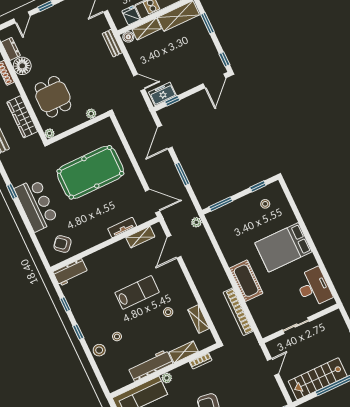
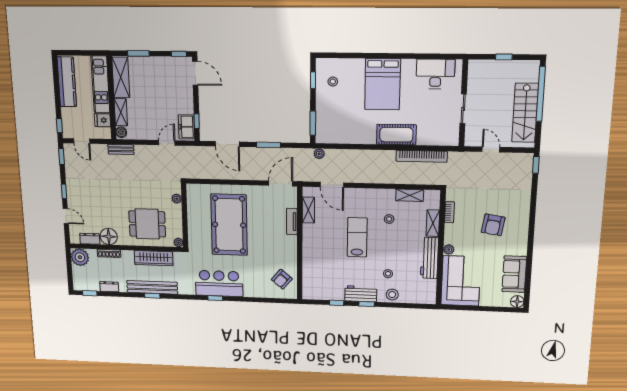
bar counter: (36, 205) -> (219, 283), moved
workbench: (71, 272) -> (361, 294), moved, turned -90

